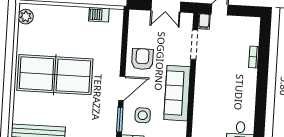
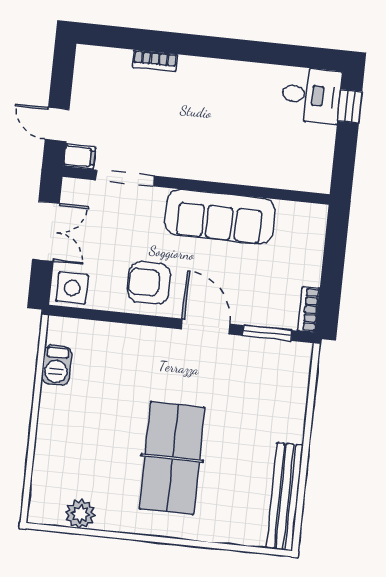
plant: (26, 17) -> (80, 514), moved
table tennis table: (55, 75) -> (172, 458), width x0.73, depth x0.76
side table: (143, 115) -> (72, 288), moved

